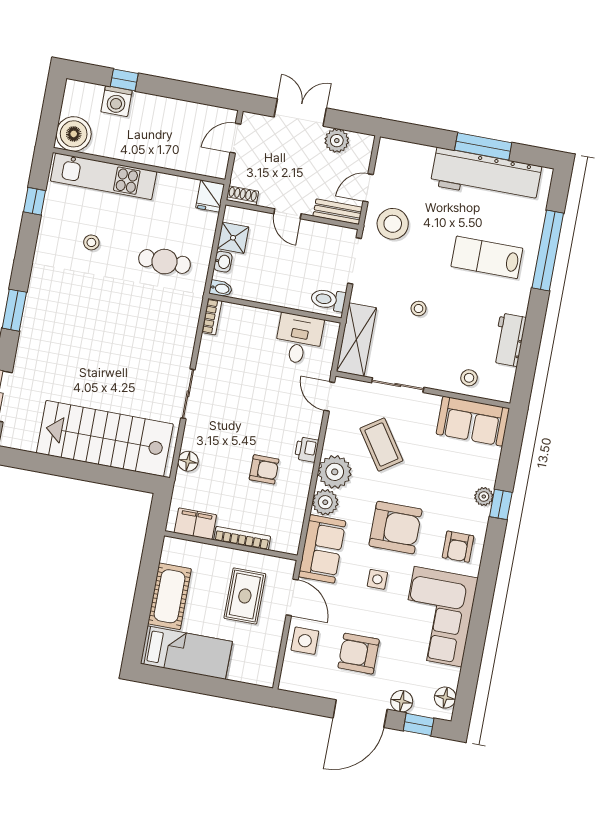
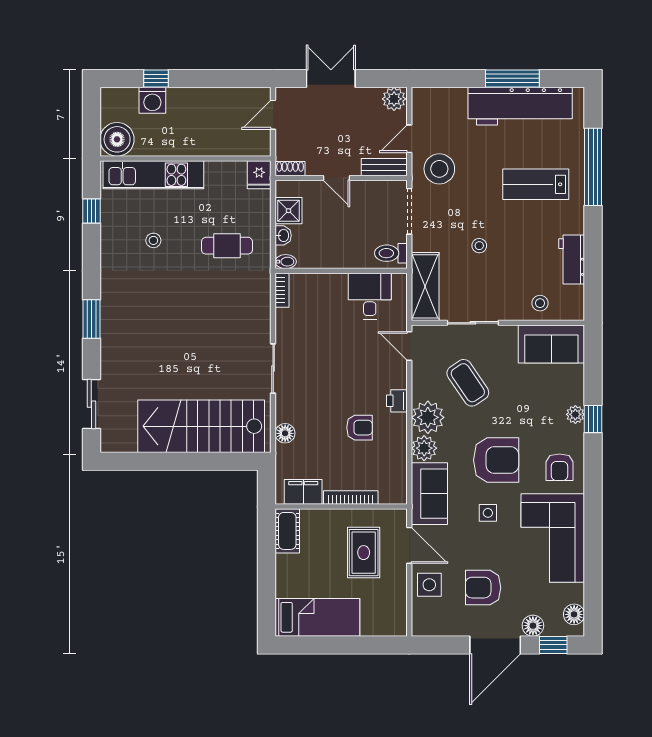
plant: (337, 141) -> (394, 99), moved
cot: (170, 596) -> (287, 531), moved, width x0.73, depth x0.75

